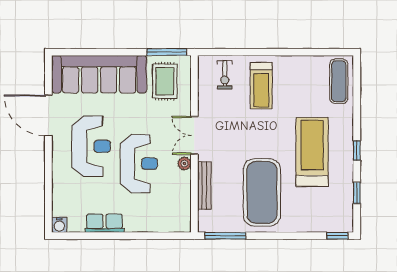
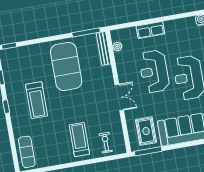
treadmill: (312, 152) -> (37, 100), width x0.73, depth x0.73
plant: (184, 164) -> (117, 46), moved
bench: (204, 185) -> (104, 48), moved
row of seats: (104, 223) -> (150, 30), moved

